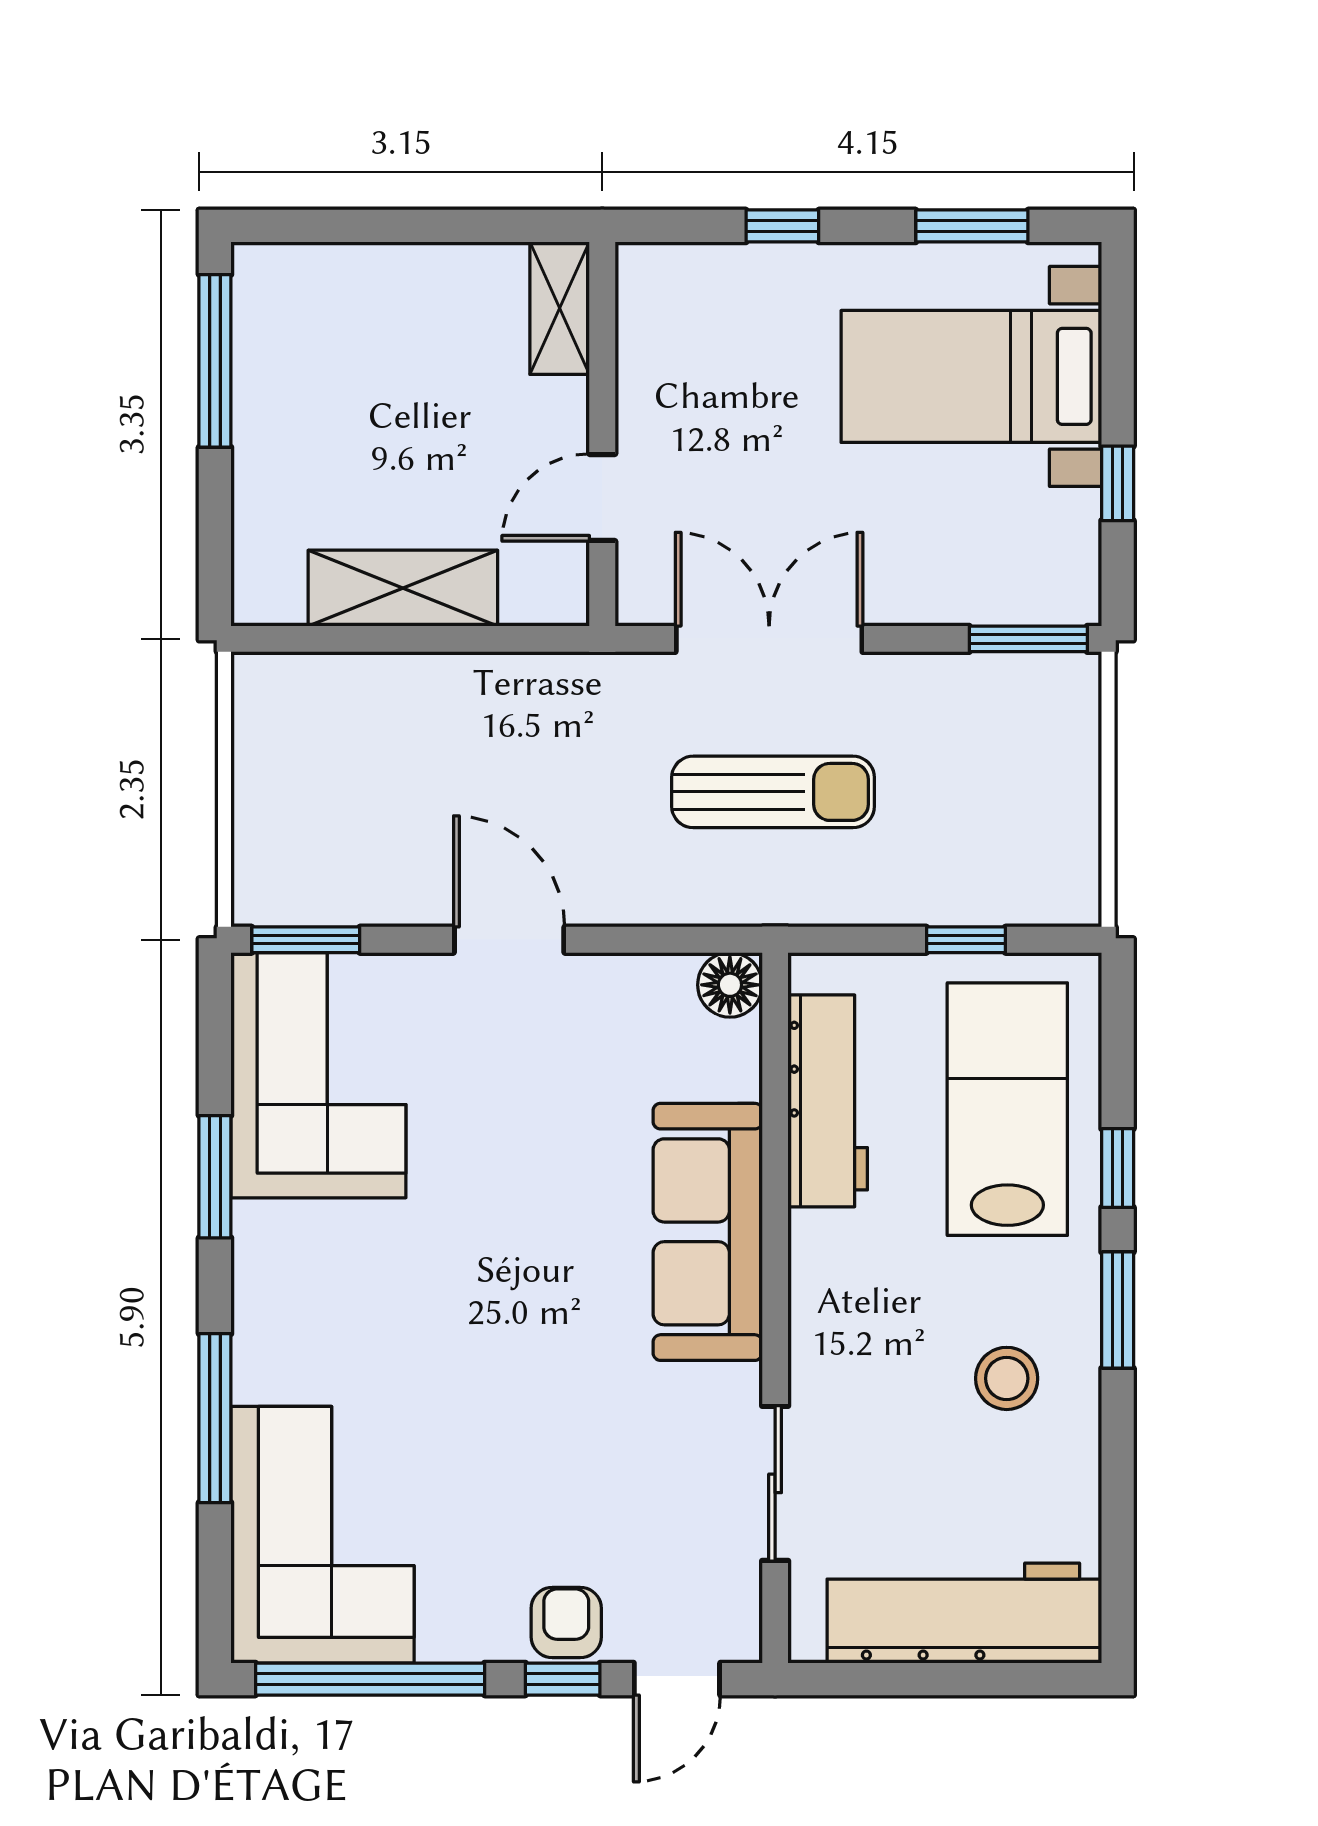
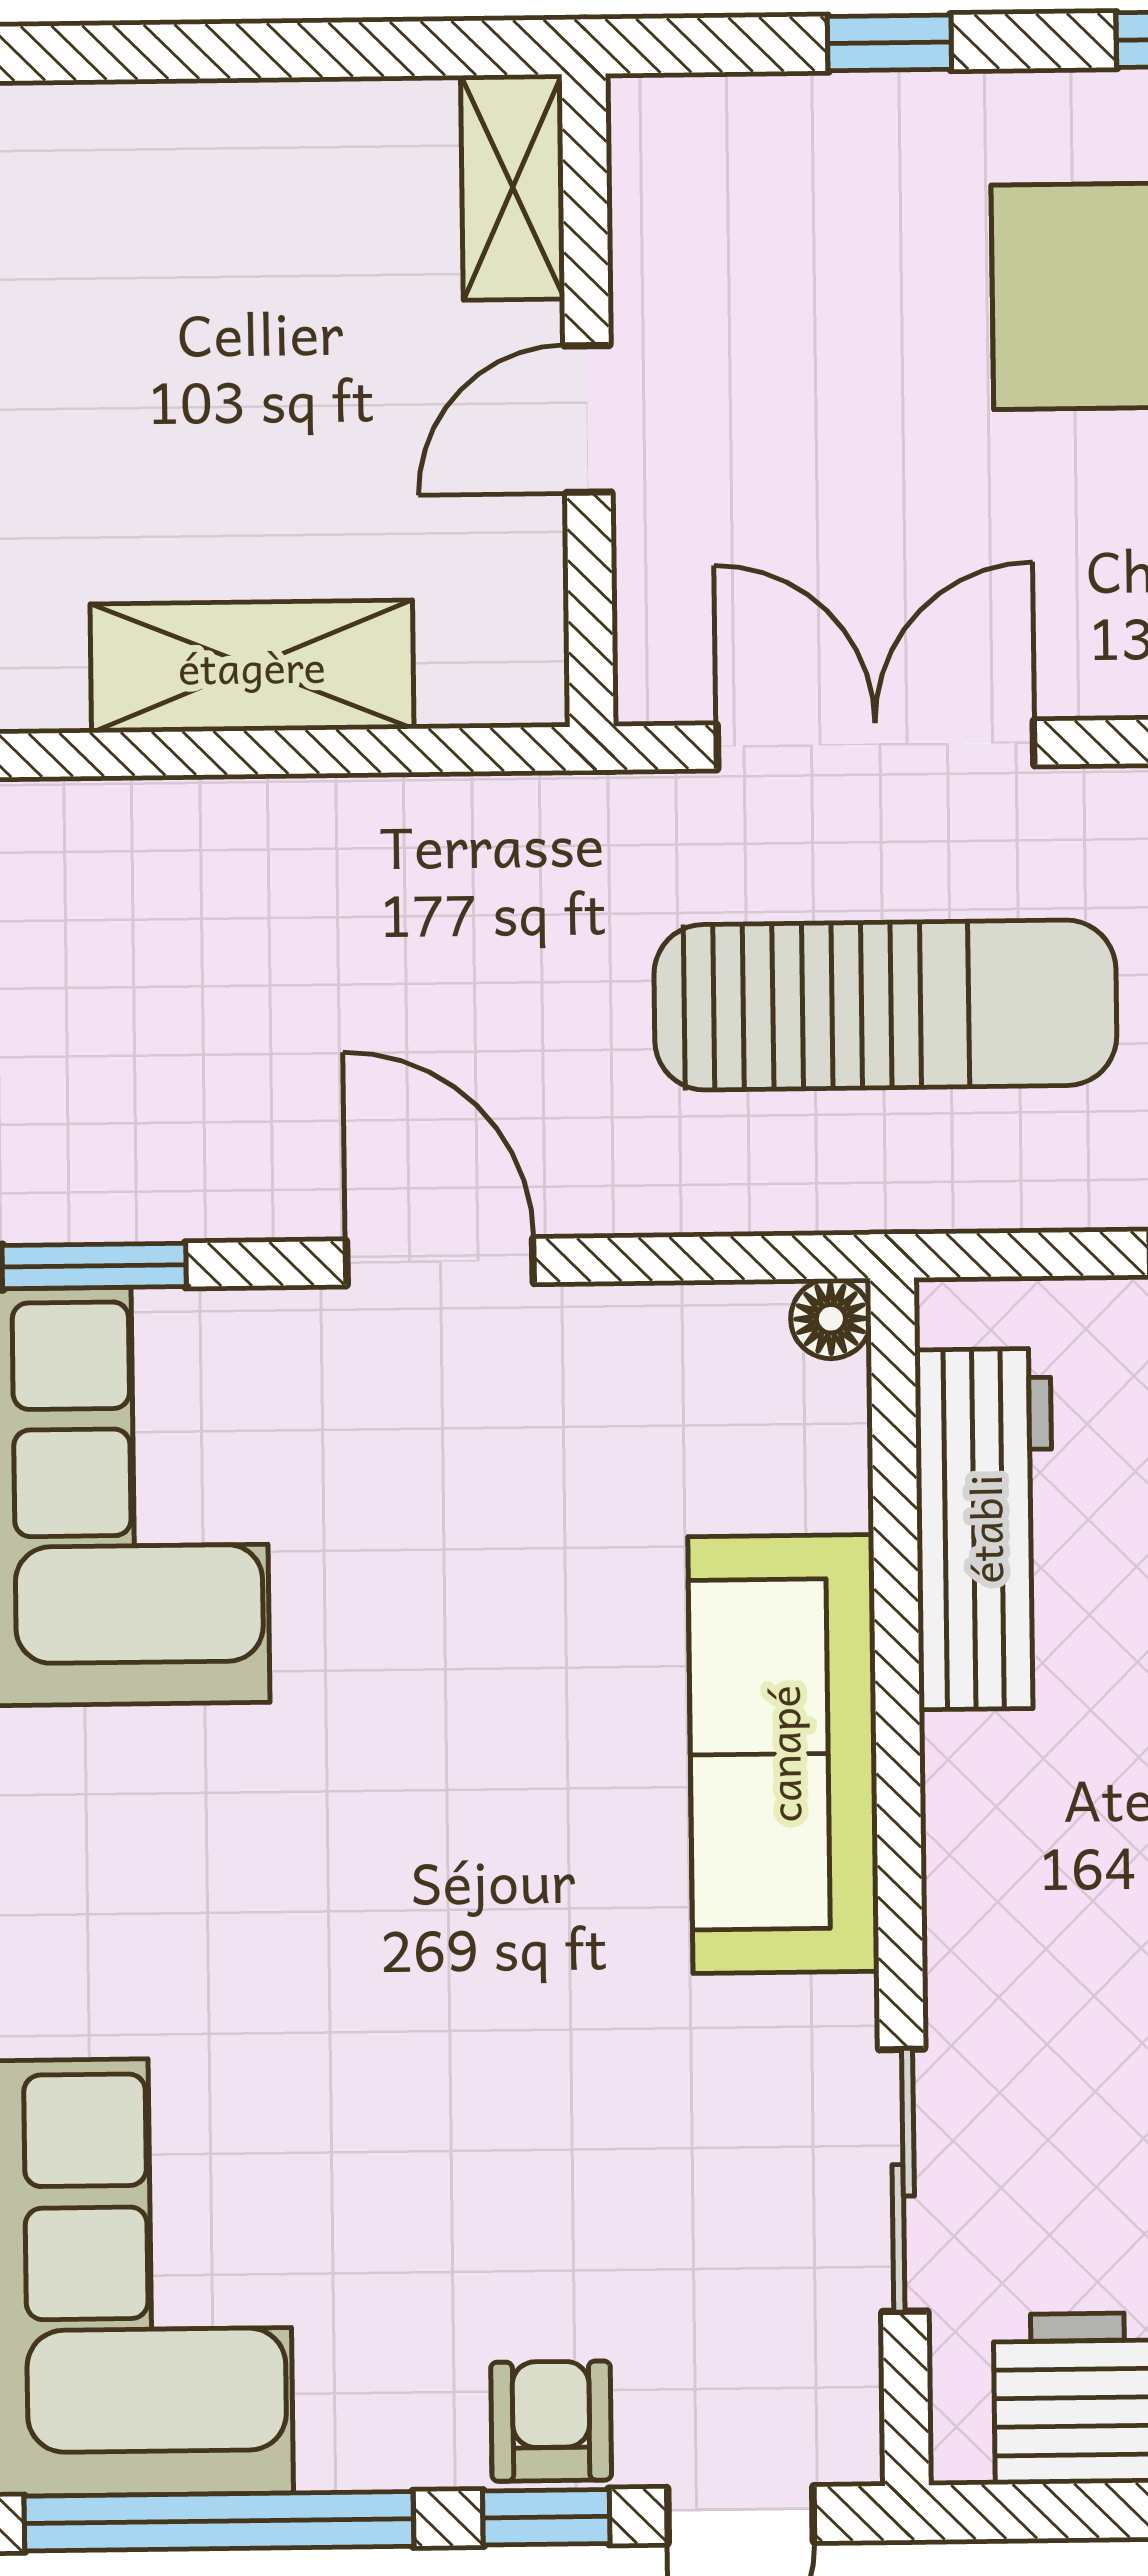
door: (602, 497) -> (588, 419), moved
sun lounger: (773, 792) -> (885, 1005), width x1.36, depth x1.34
floor lamp: (730, 985) -> (831, 1319), width x0.73, depth x0.73

